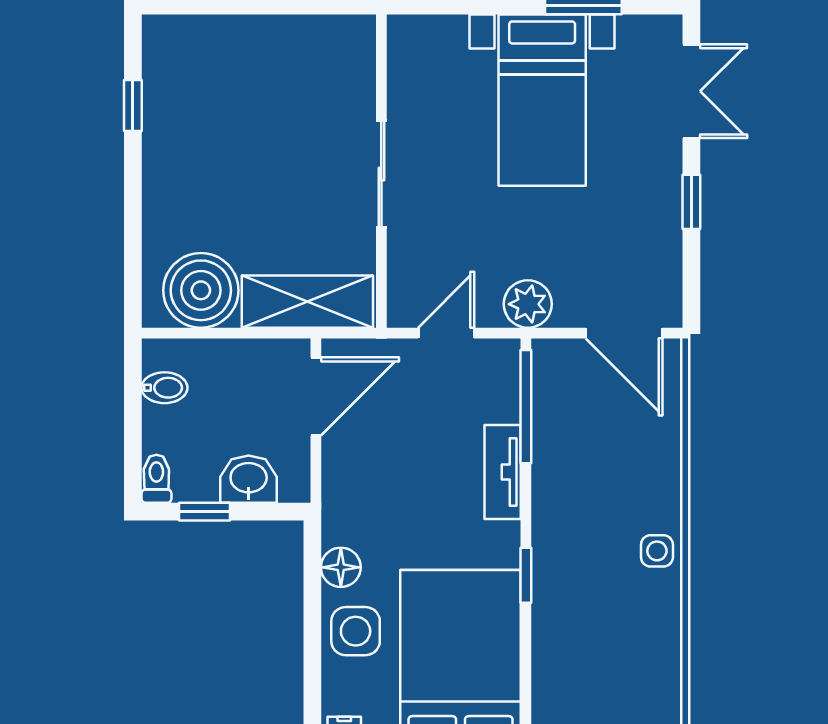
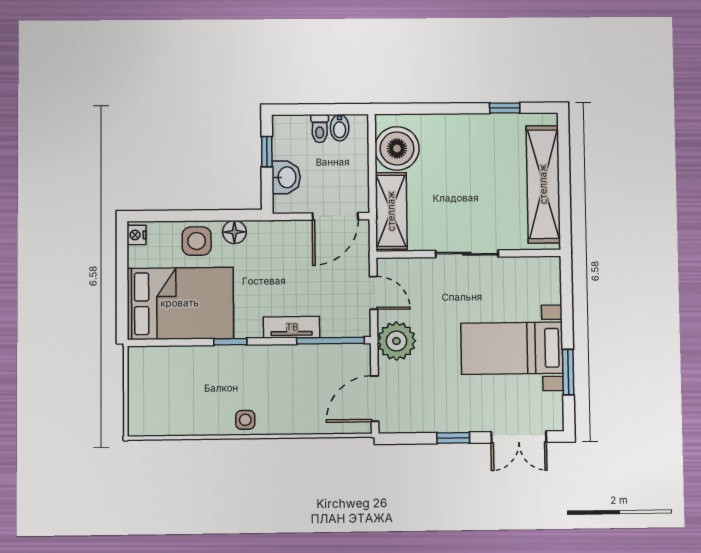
shelving: (264, 42) -> (543, 184), added
plant: (528, 304) -> (396, 341), width x1.36, depth x1.36
door: (316, 396) -> (335, 216), hinge flipped
toilet: (156, 479) -> (320, 129), moved, turned 90

